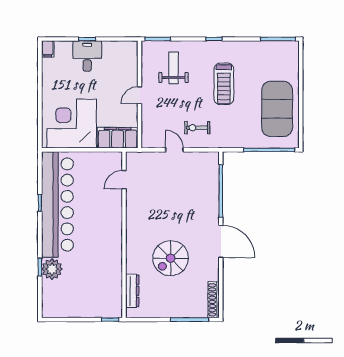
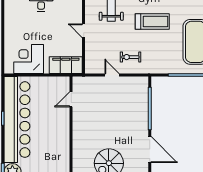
treadmill: (224, 84) -> (152, 21), turned -90
door: (139, 95) -> (84, 31), hinge flipped
corner desk: (72, 124) -> (29, 59), width x0.74, depth x0.74

